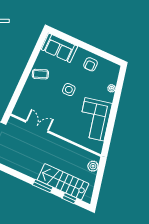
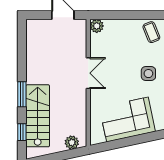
plant: (18, 111) -> (97, 26), added
double door: (37, 127) -> (88, 73), moved

